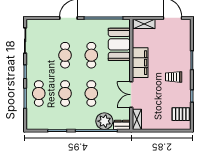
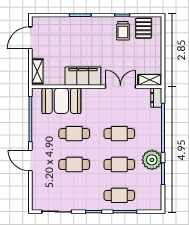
trolley: (174, 77) -> (123, 31), moved
double door: (131, 95) -> (120, 87), swing flipped
plant: (104, 121) -> (152, 160), moved

